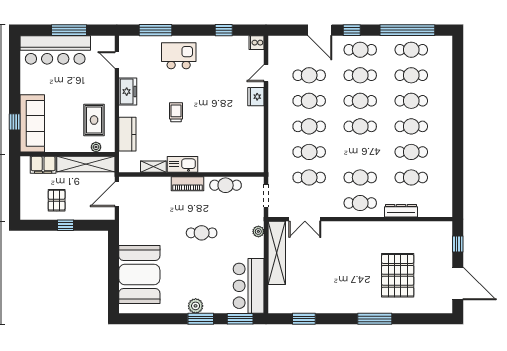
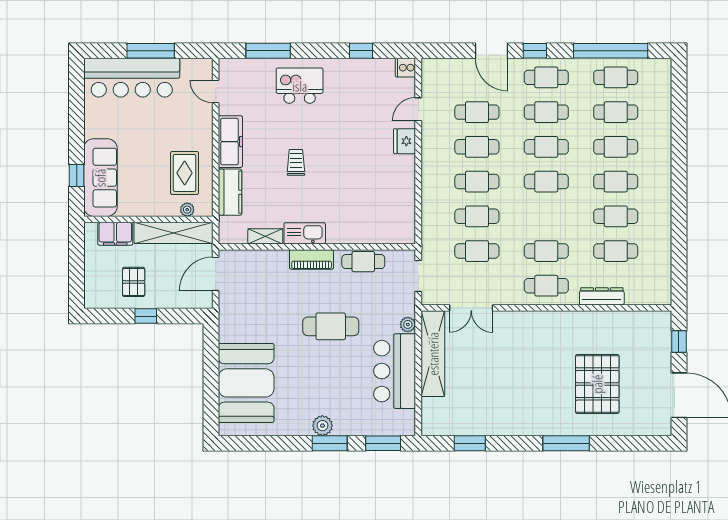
freezer: (128, 92) -> (230, 142), width x1.40
cafe table: (202, 233) -> (331, 326), width x1.37, depth x1.35
bar counter: (249, 286) -> (395, 371), moved

